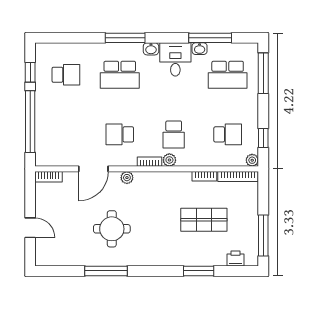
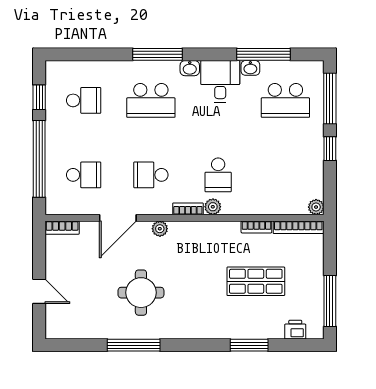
school desk: (228, 134) -> (84, 175), moved
window: (263, 138) -> (330, 149), moved

